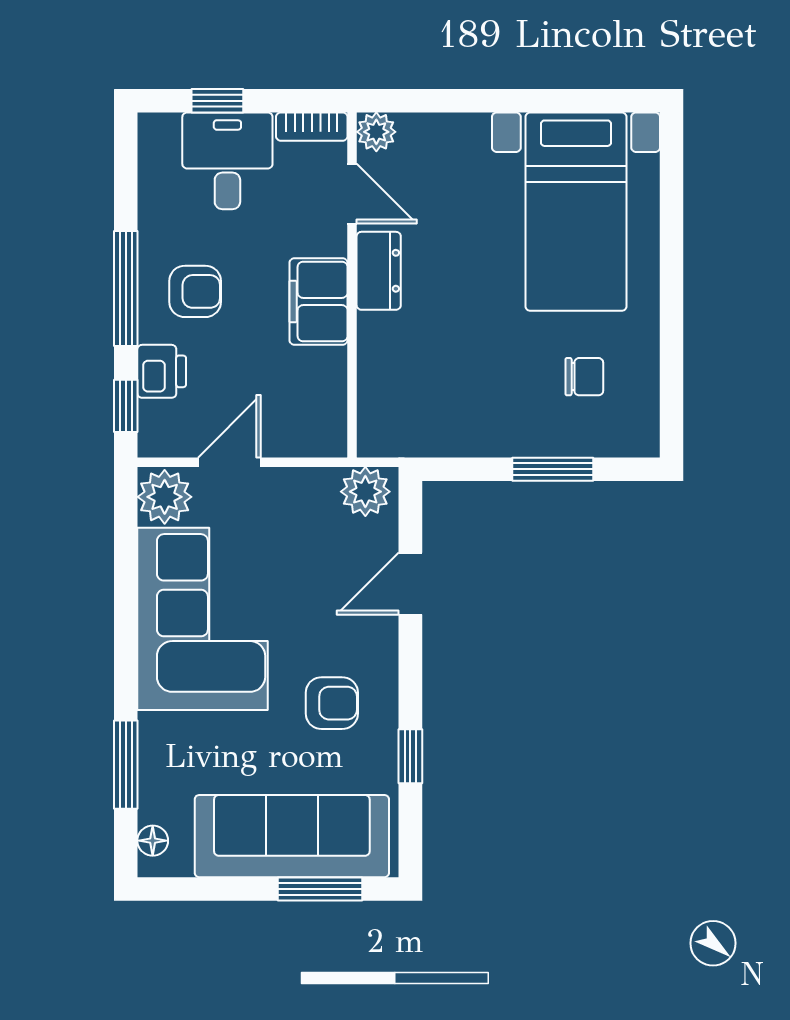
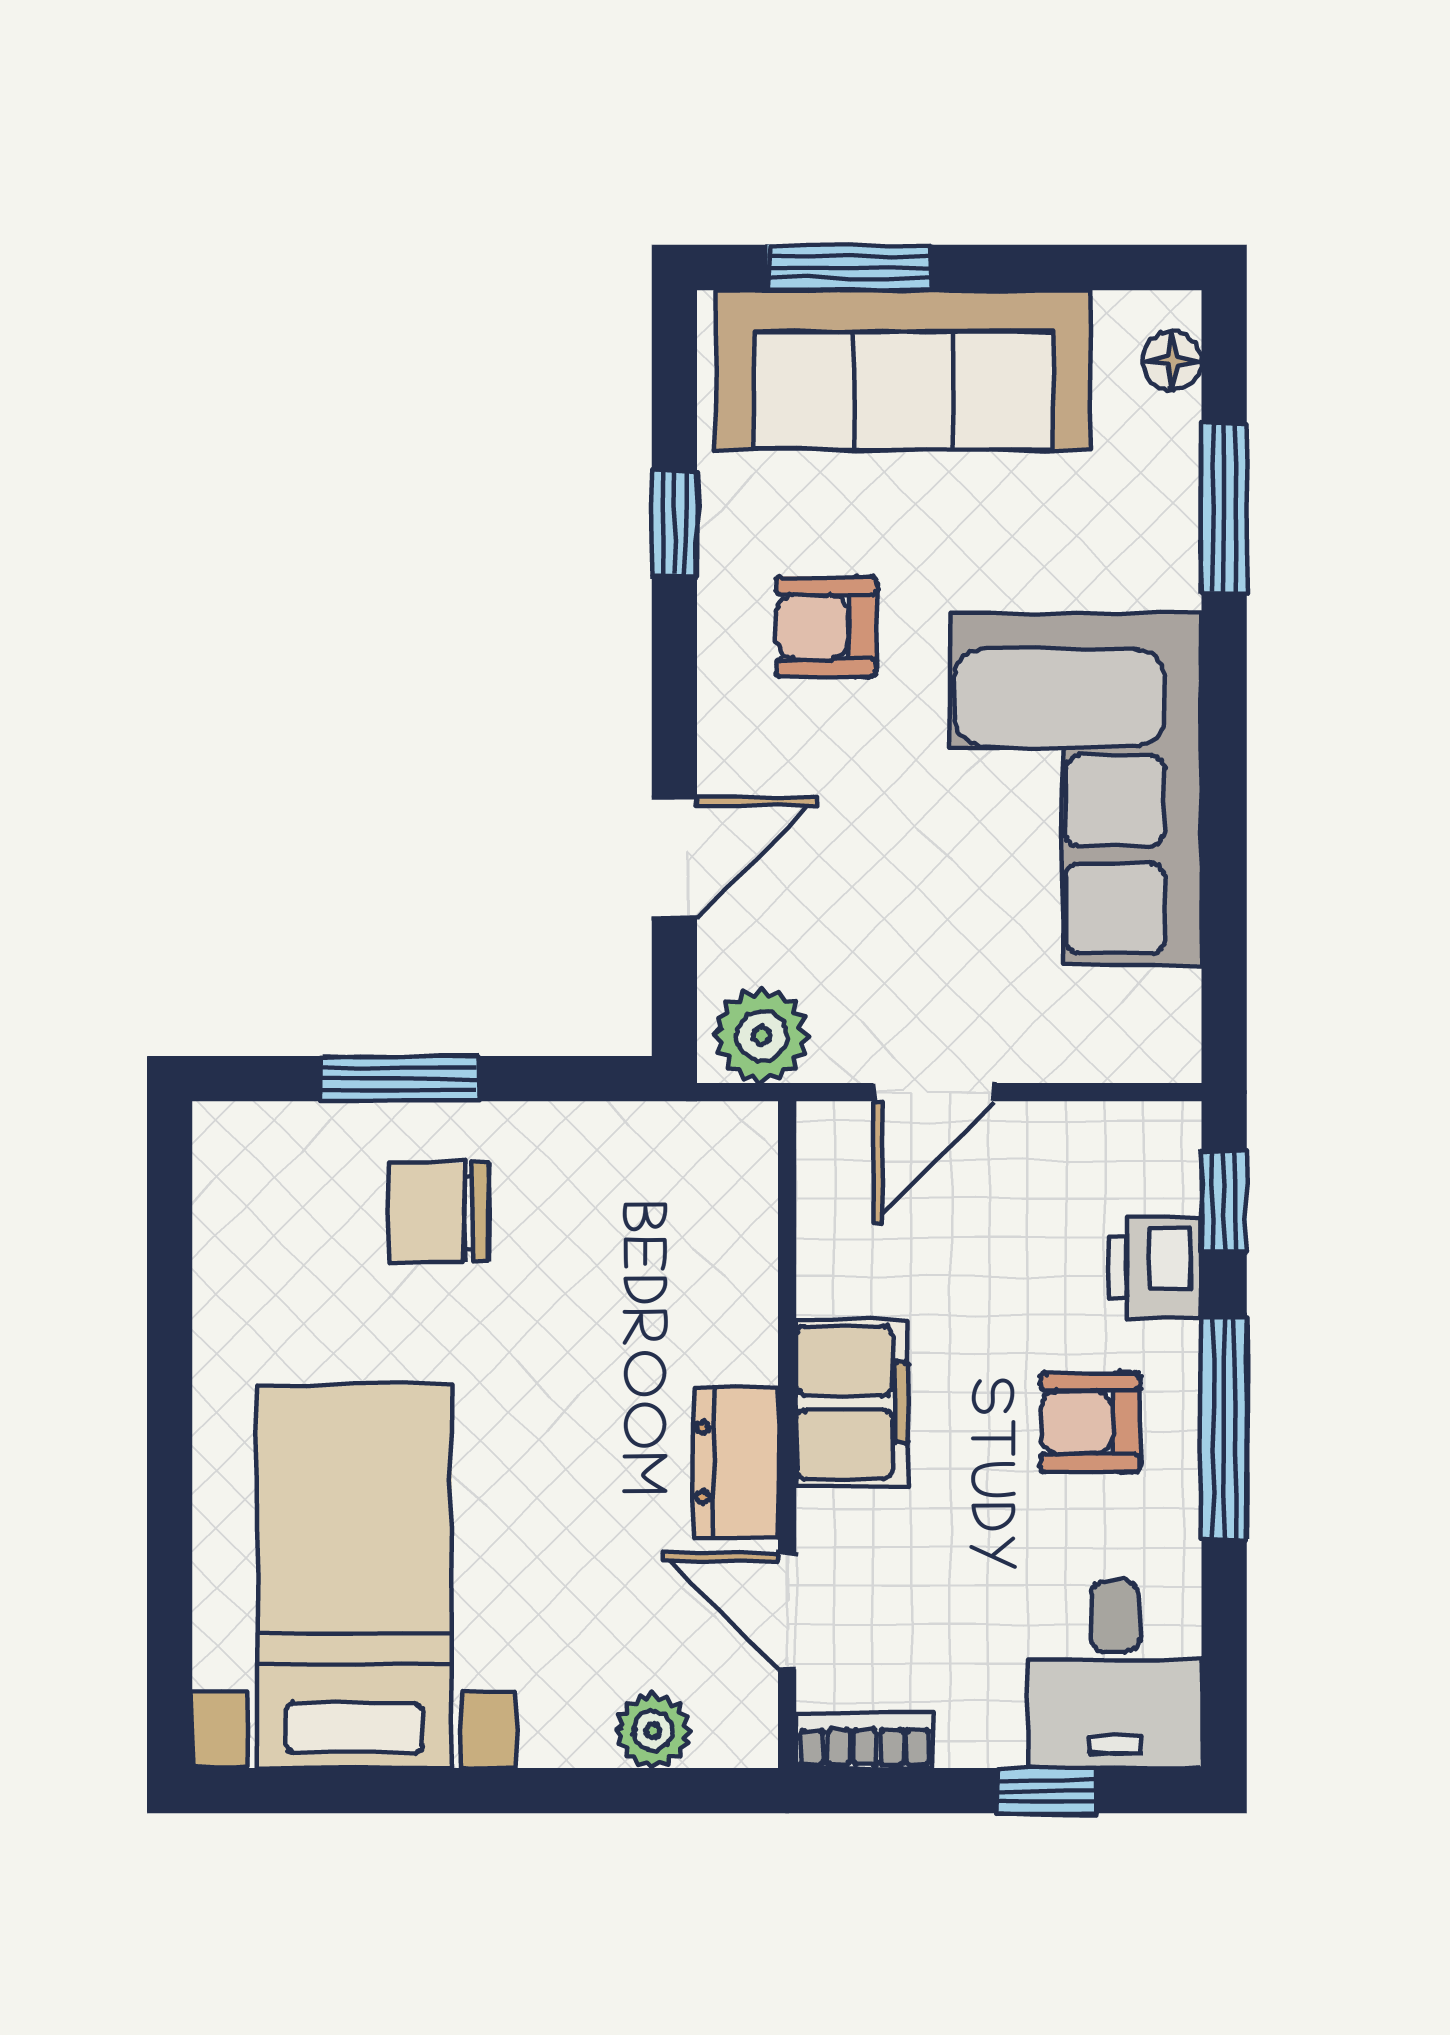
plant: (376, 132) -> (653, 1731), moved
desk: (227, 161) -> (1115, 1674), moved
chair: (584, 377) -> (439, 1212), moved, width x1.37, depth x1.37
door: (229, 462) -> (934, 1092), moved
plant: (165, 497) -> (1149, 1025), removed

